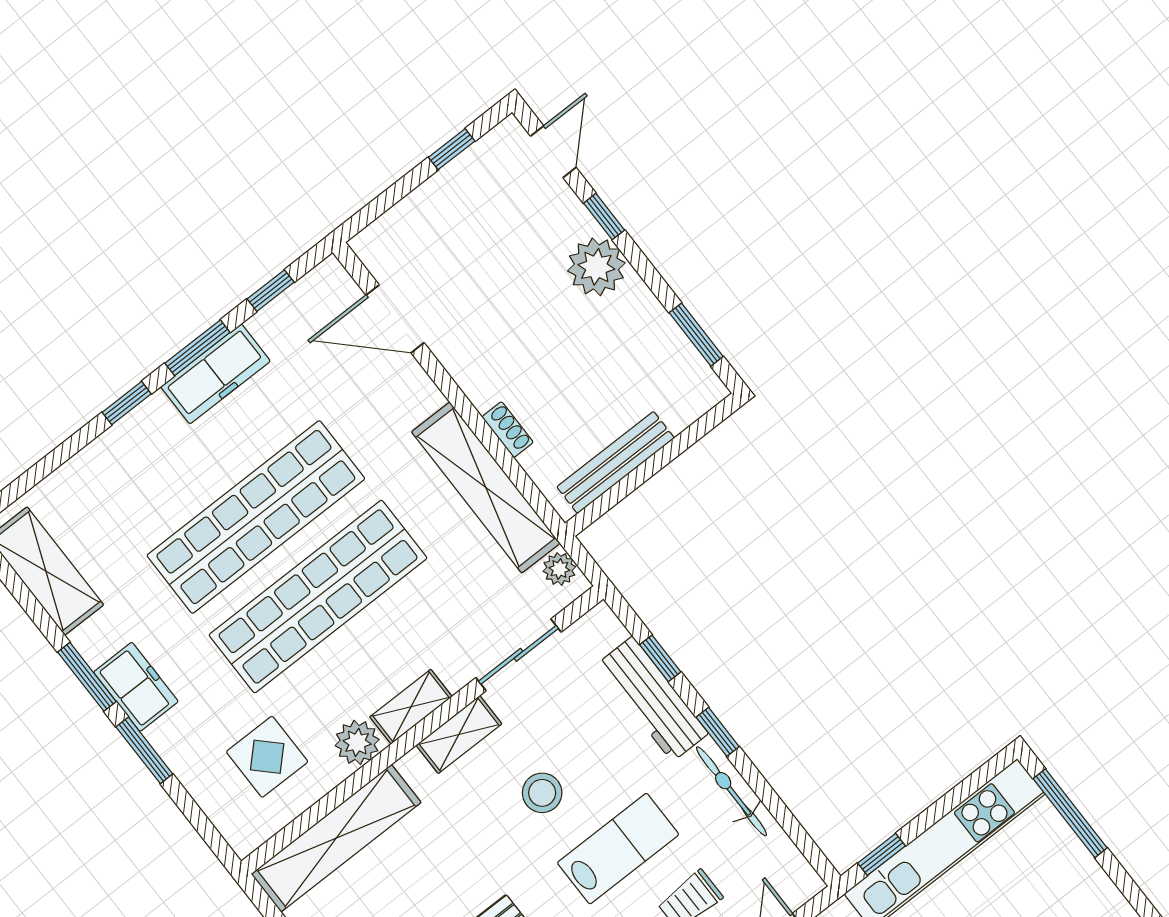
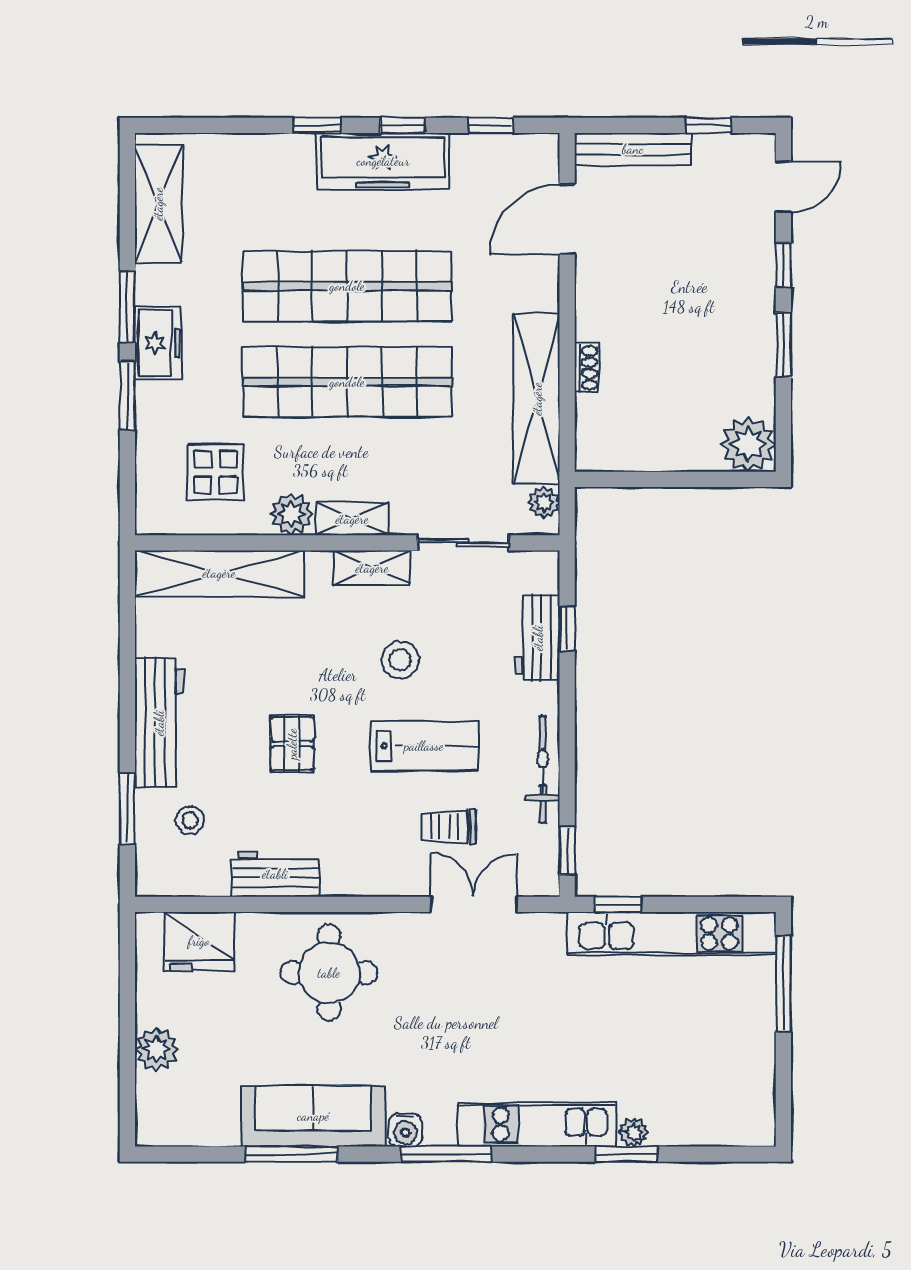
plant: (596, 267) -> (748, 444), moved
door: (395, 319) -> (567, 219), hinge flipped
window: (696, 335) -> (783, 345), moved
window: (197, 348) -> (402, 125), width x0.67
freezer: (216, 374) -> (383, 161), width x1.36, depth x1.26
bench: (616, 462) -> (633, 149), moved
workbench: (652, 699) -> (538, 638), width x0.73
window: (718, 732) -> (567, 851), moved

